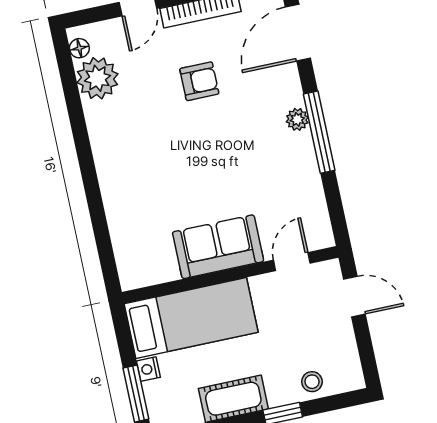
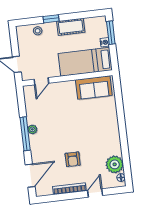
armchair: (199, 81) -> (73, 159), turned -90
plant: (297, 119) -> (32, 129), moved
sofa: (218, 247) -> (94, 87), moved

